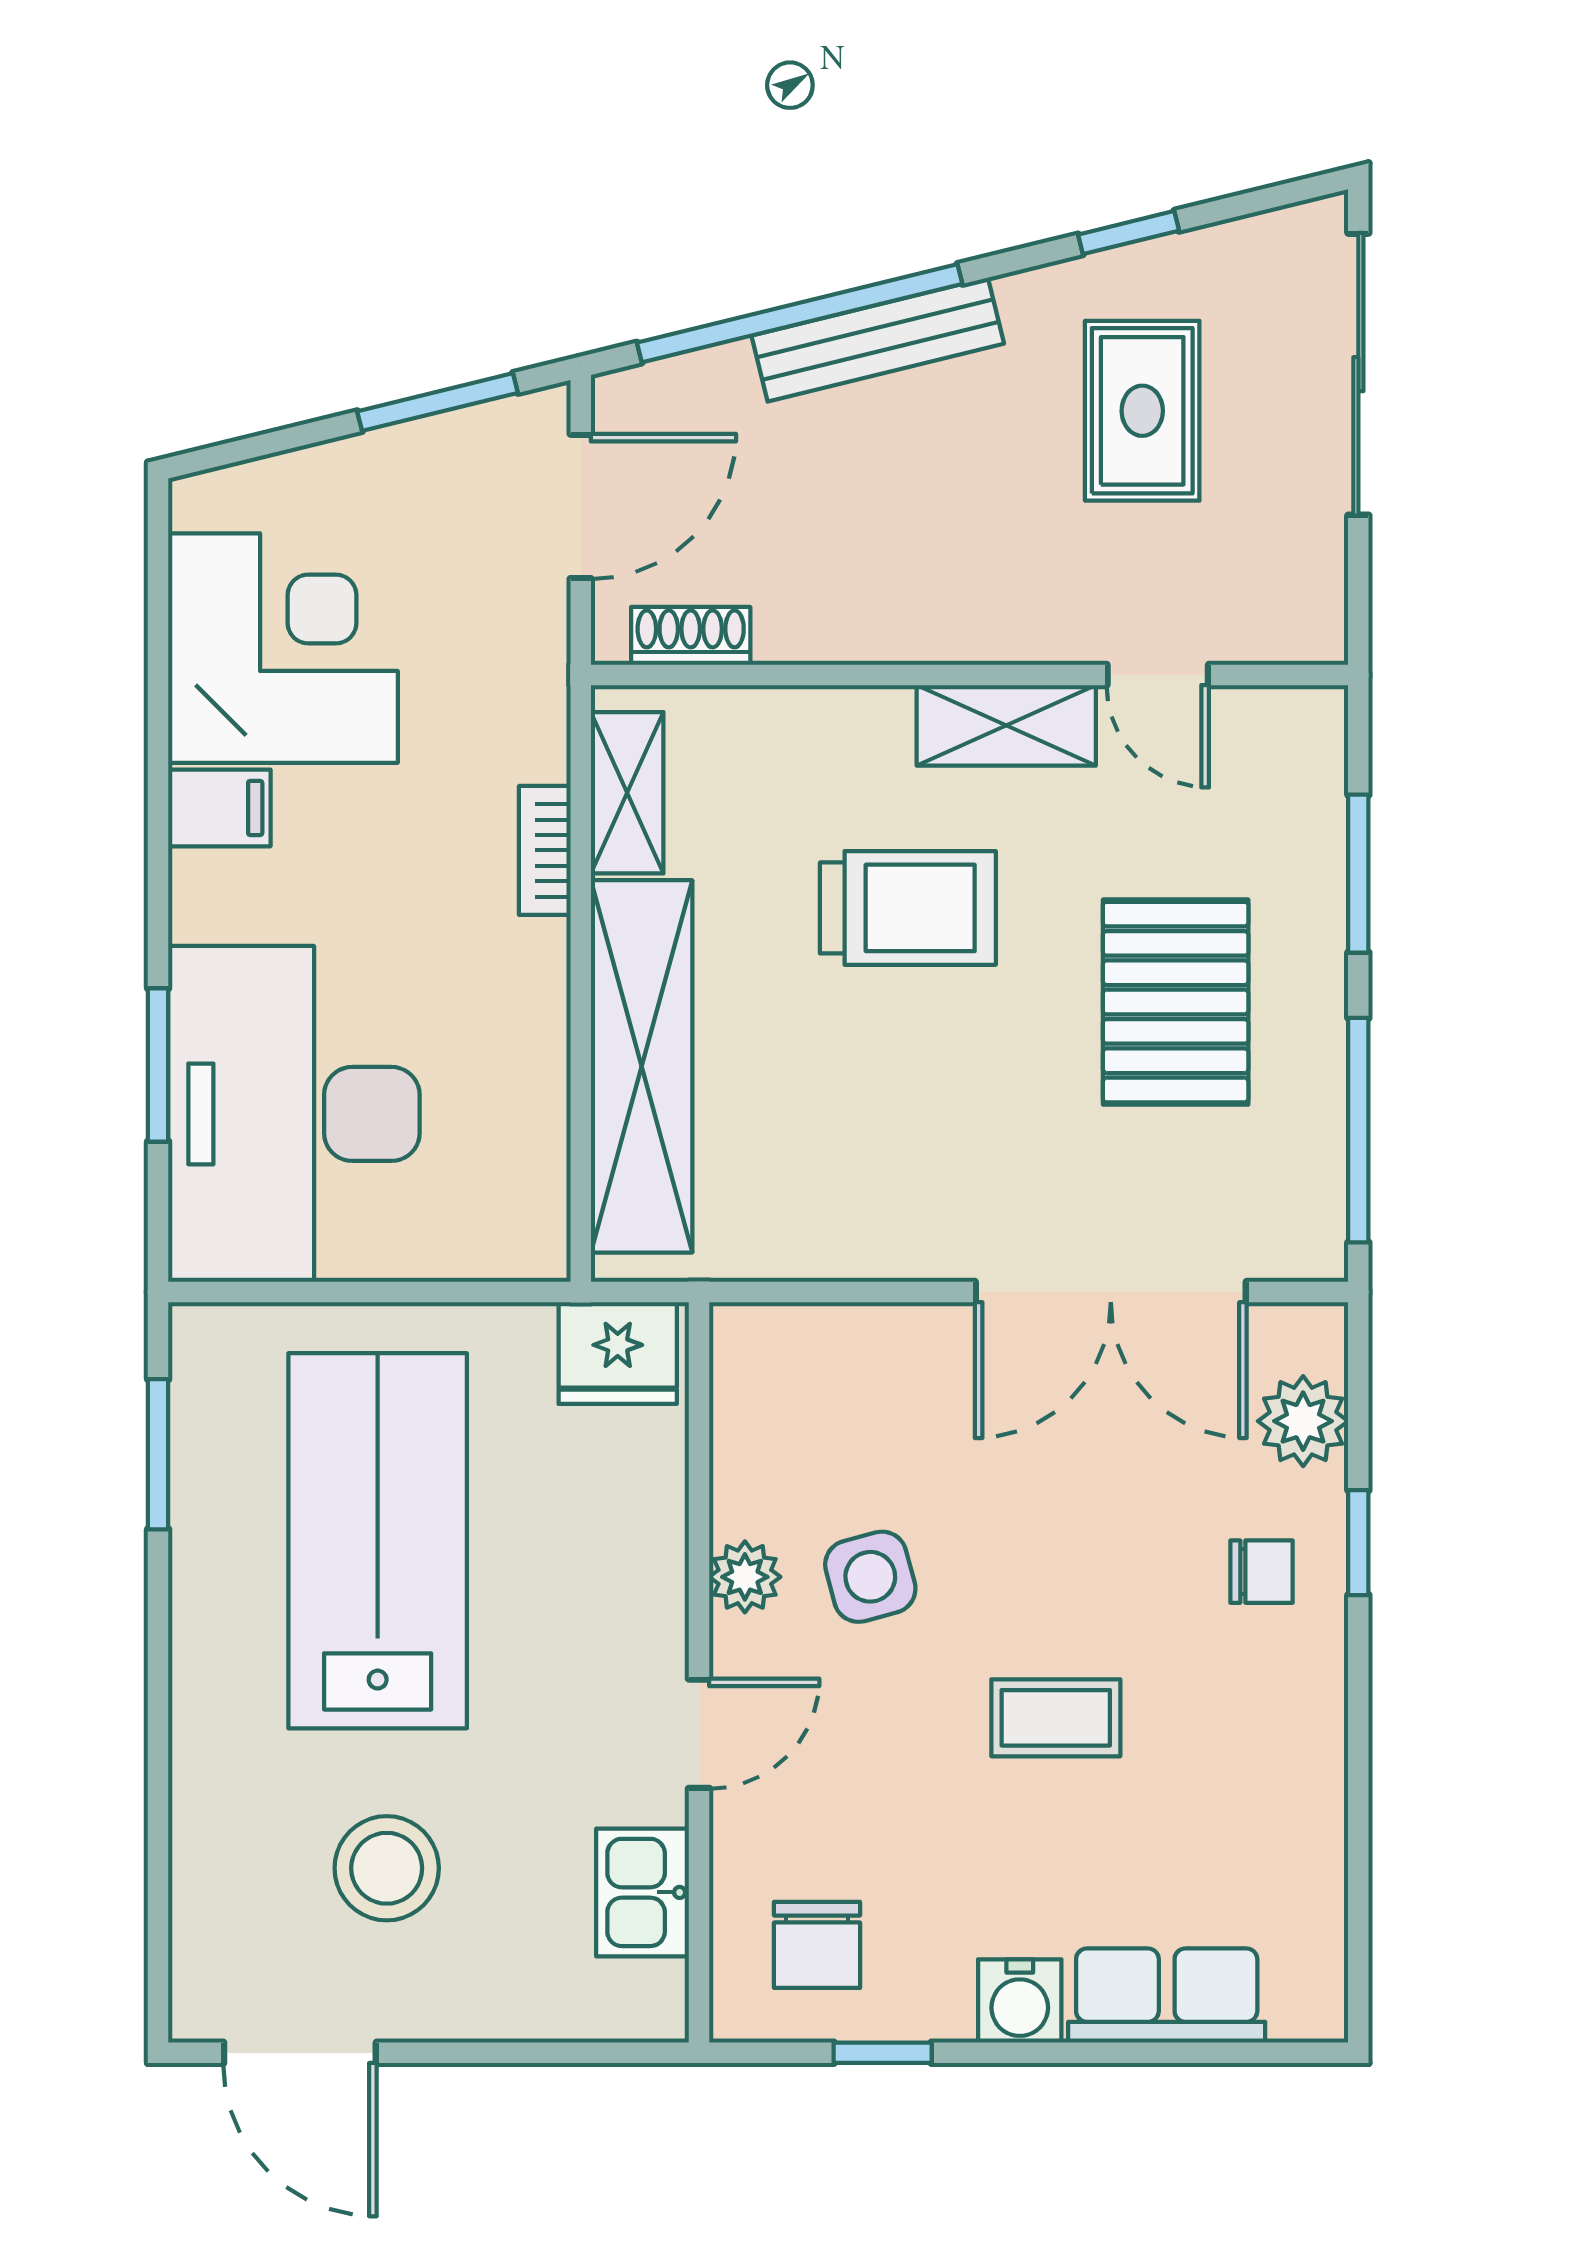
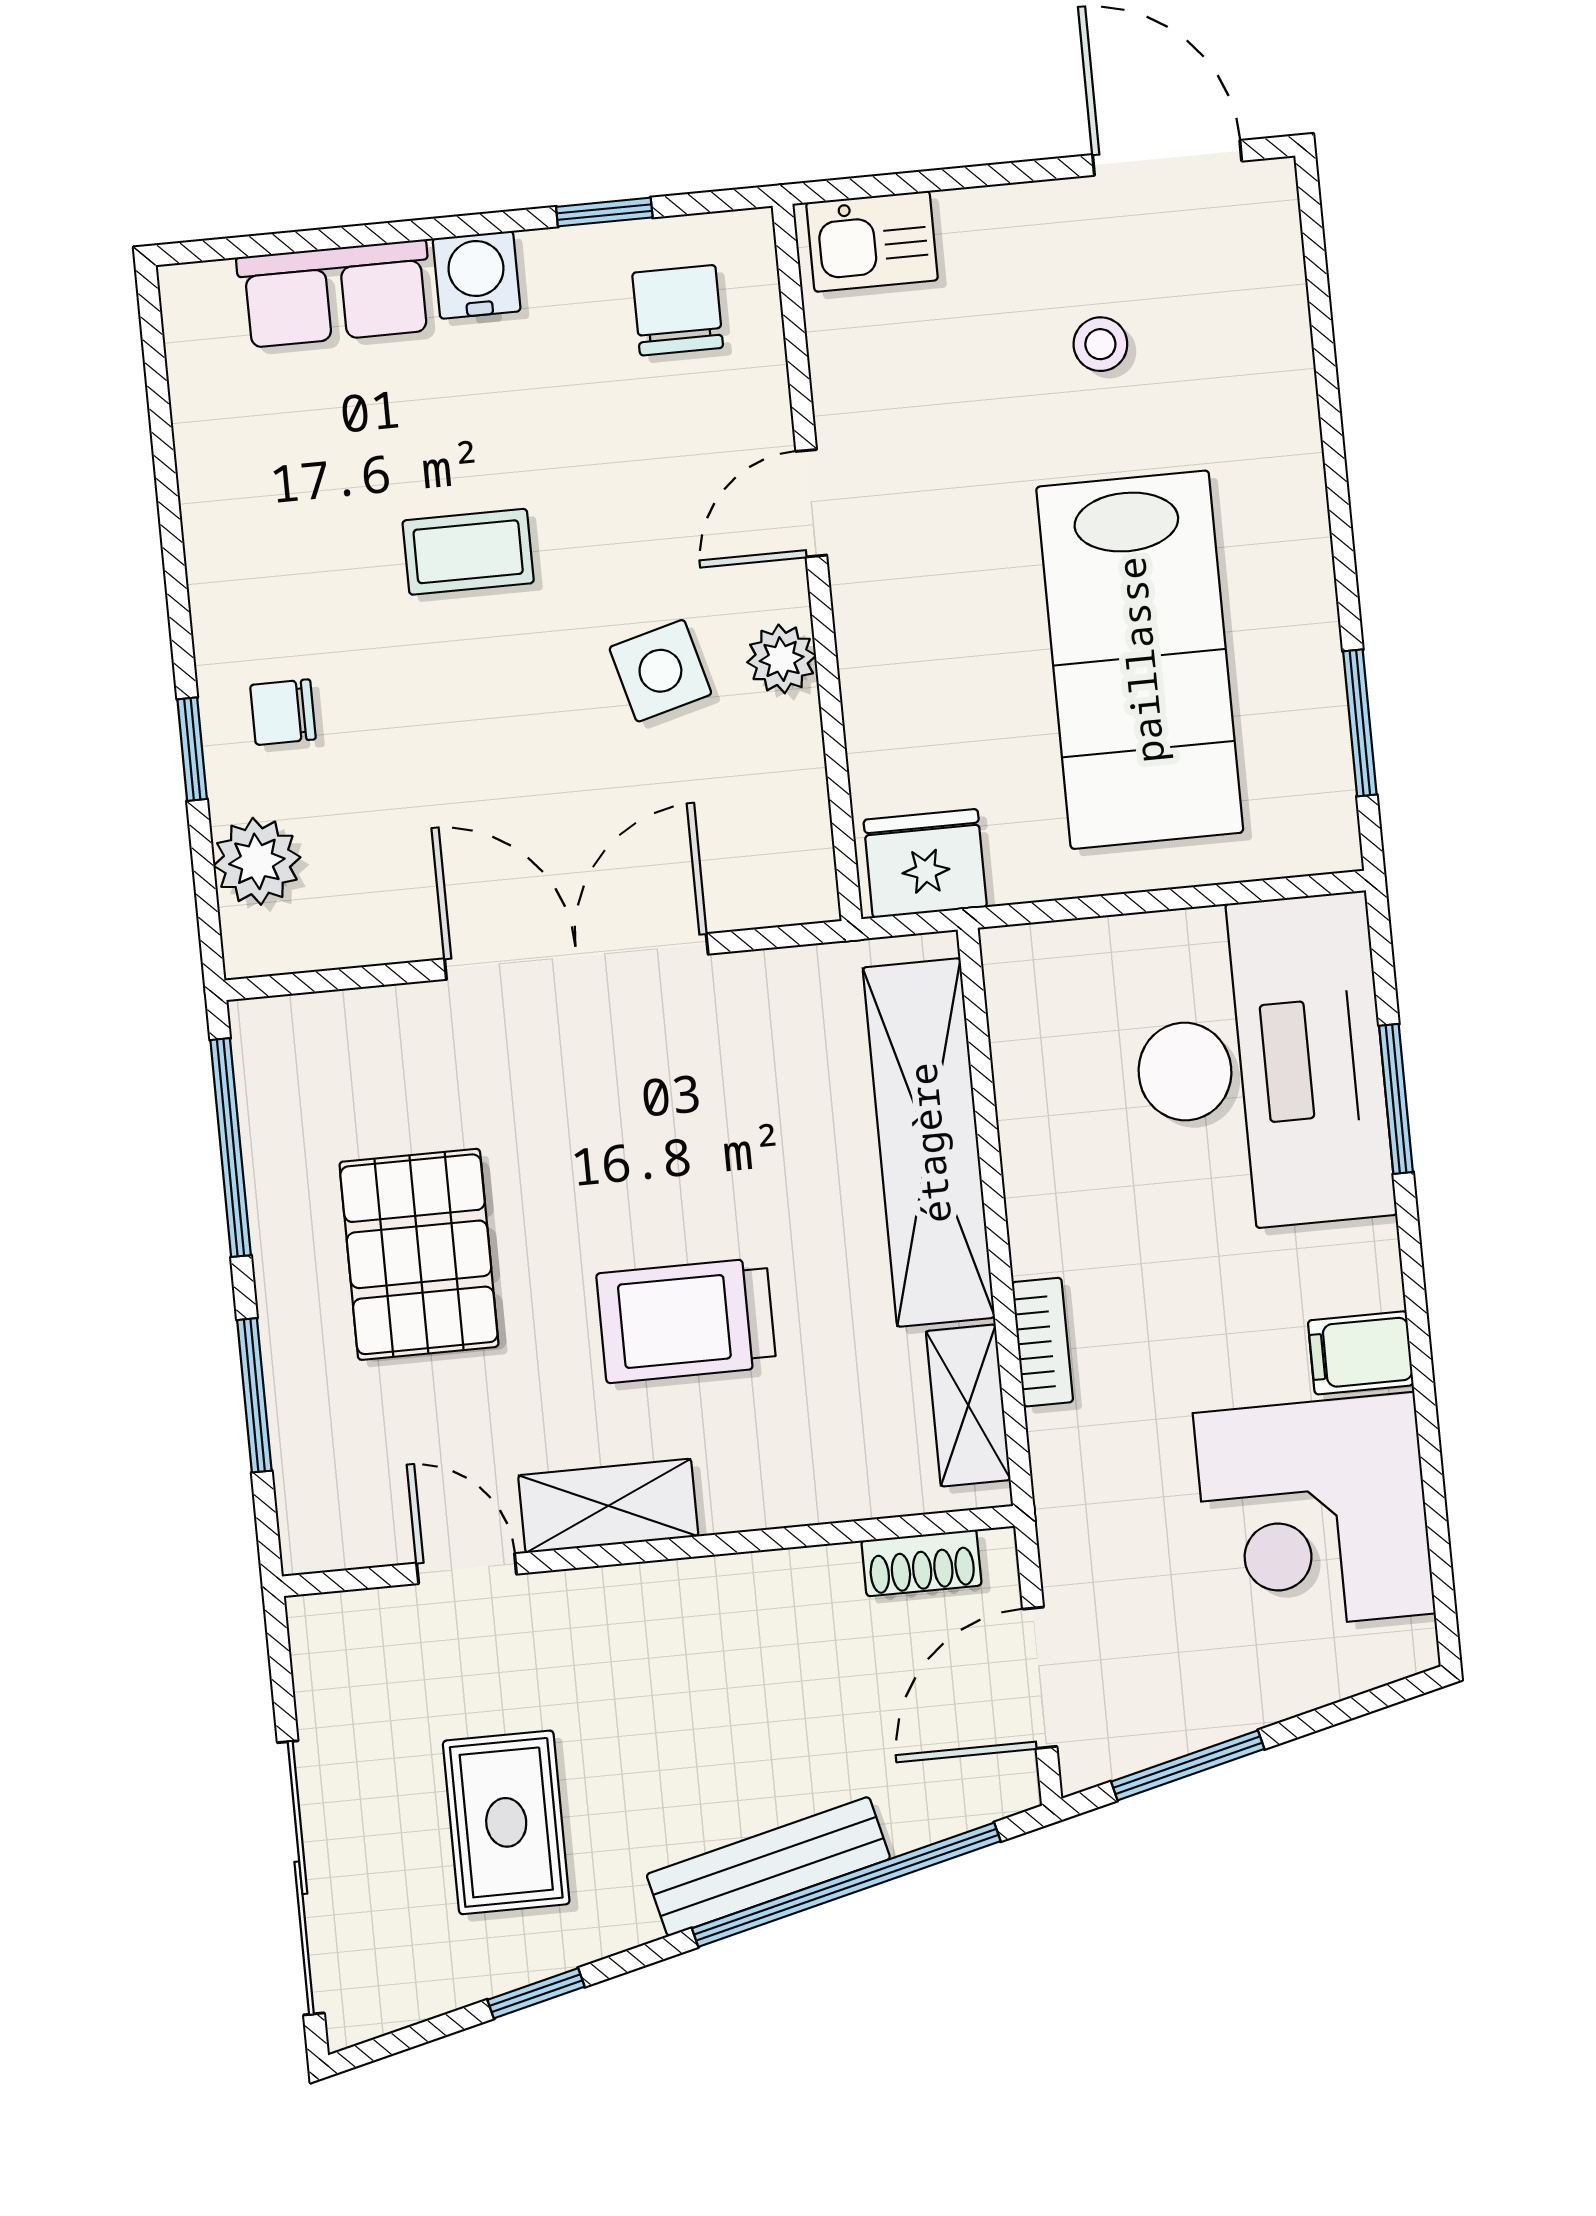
double door: (1111, 1292) -> (576, 956), moved
stool: (387, 1868) -> (1100, 344), width x0.53, depth x0.53
kitchen sink: (643, 1892) -> (872, 241), moved, turned 90

